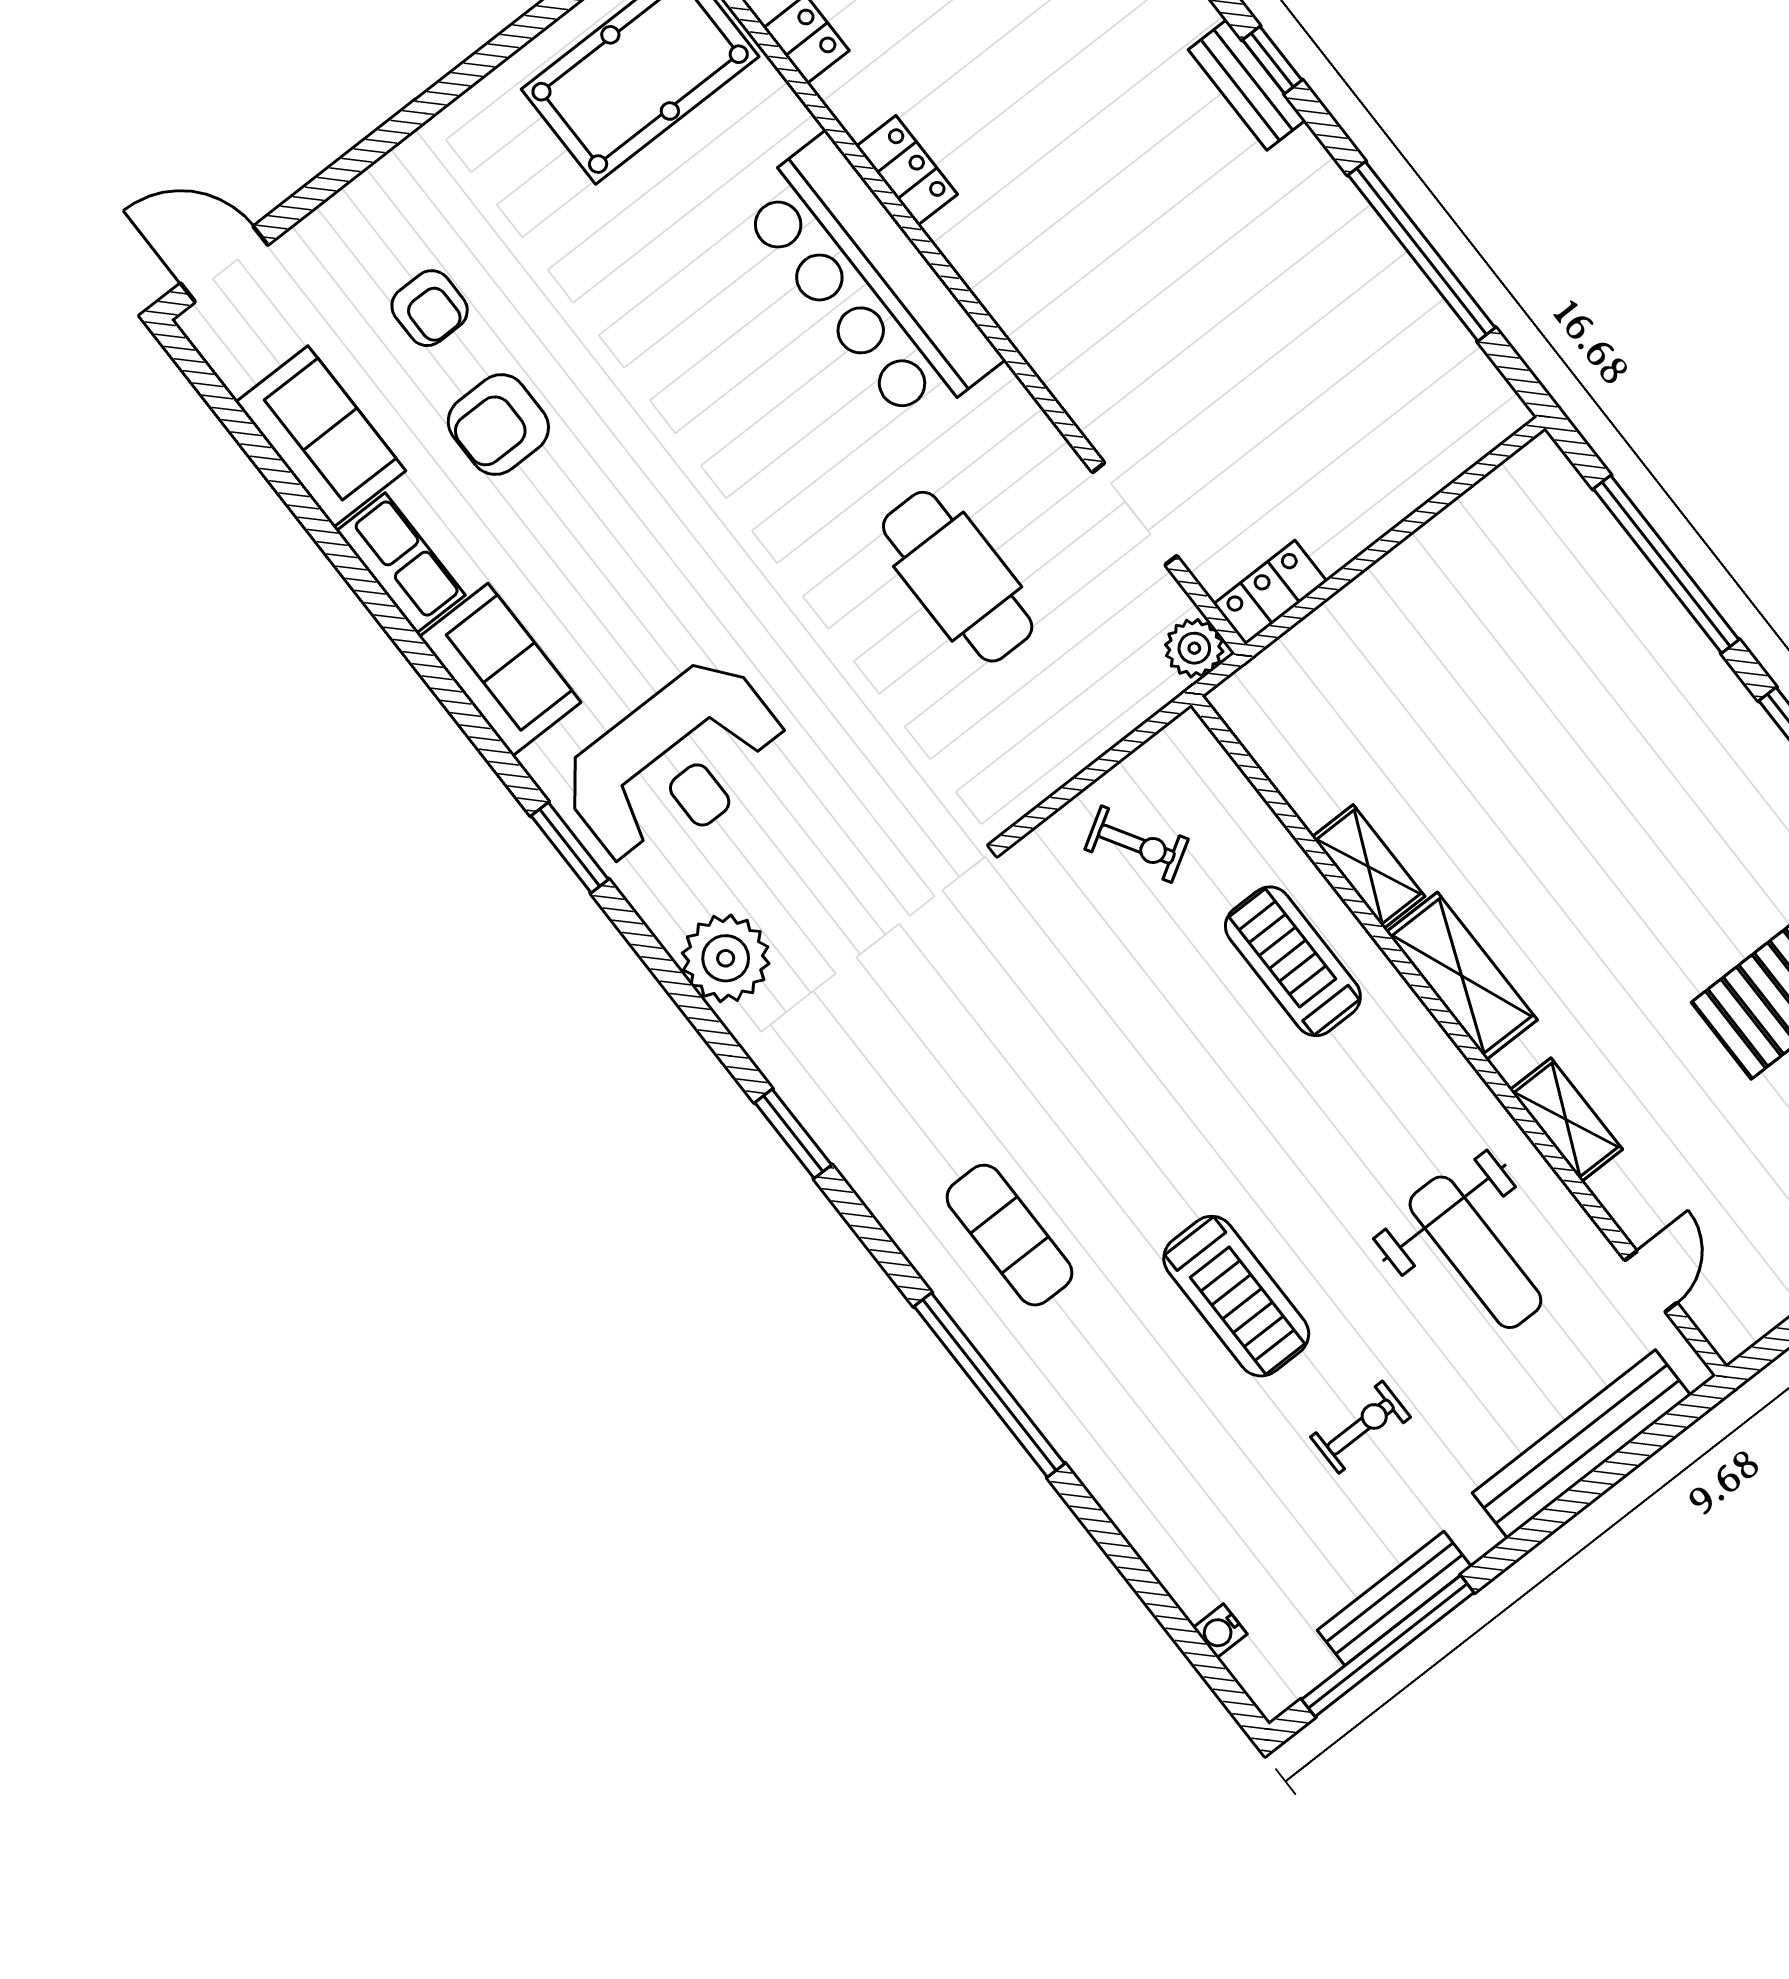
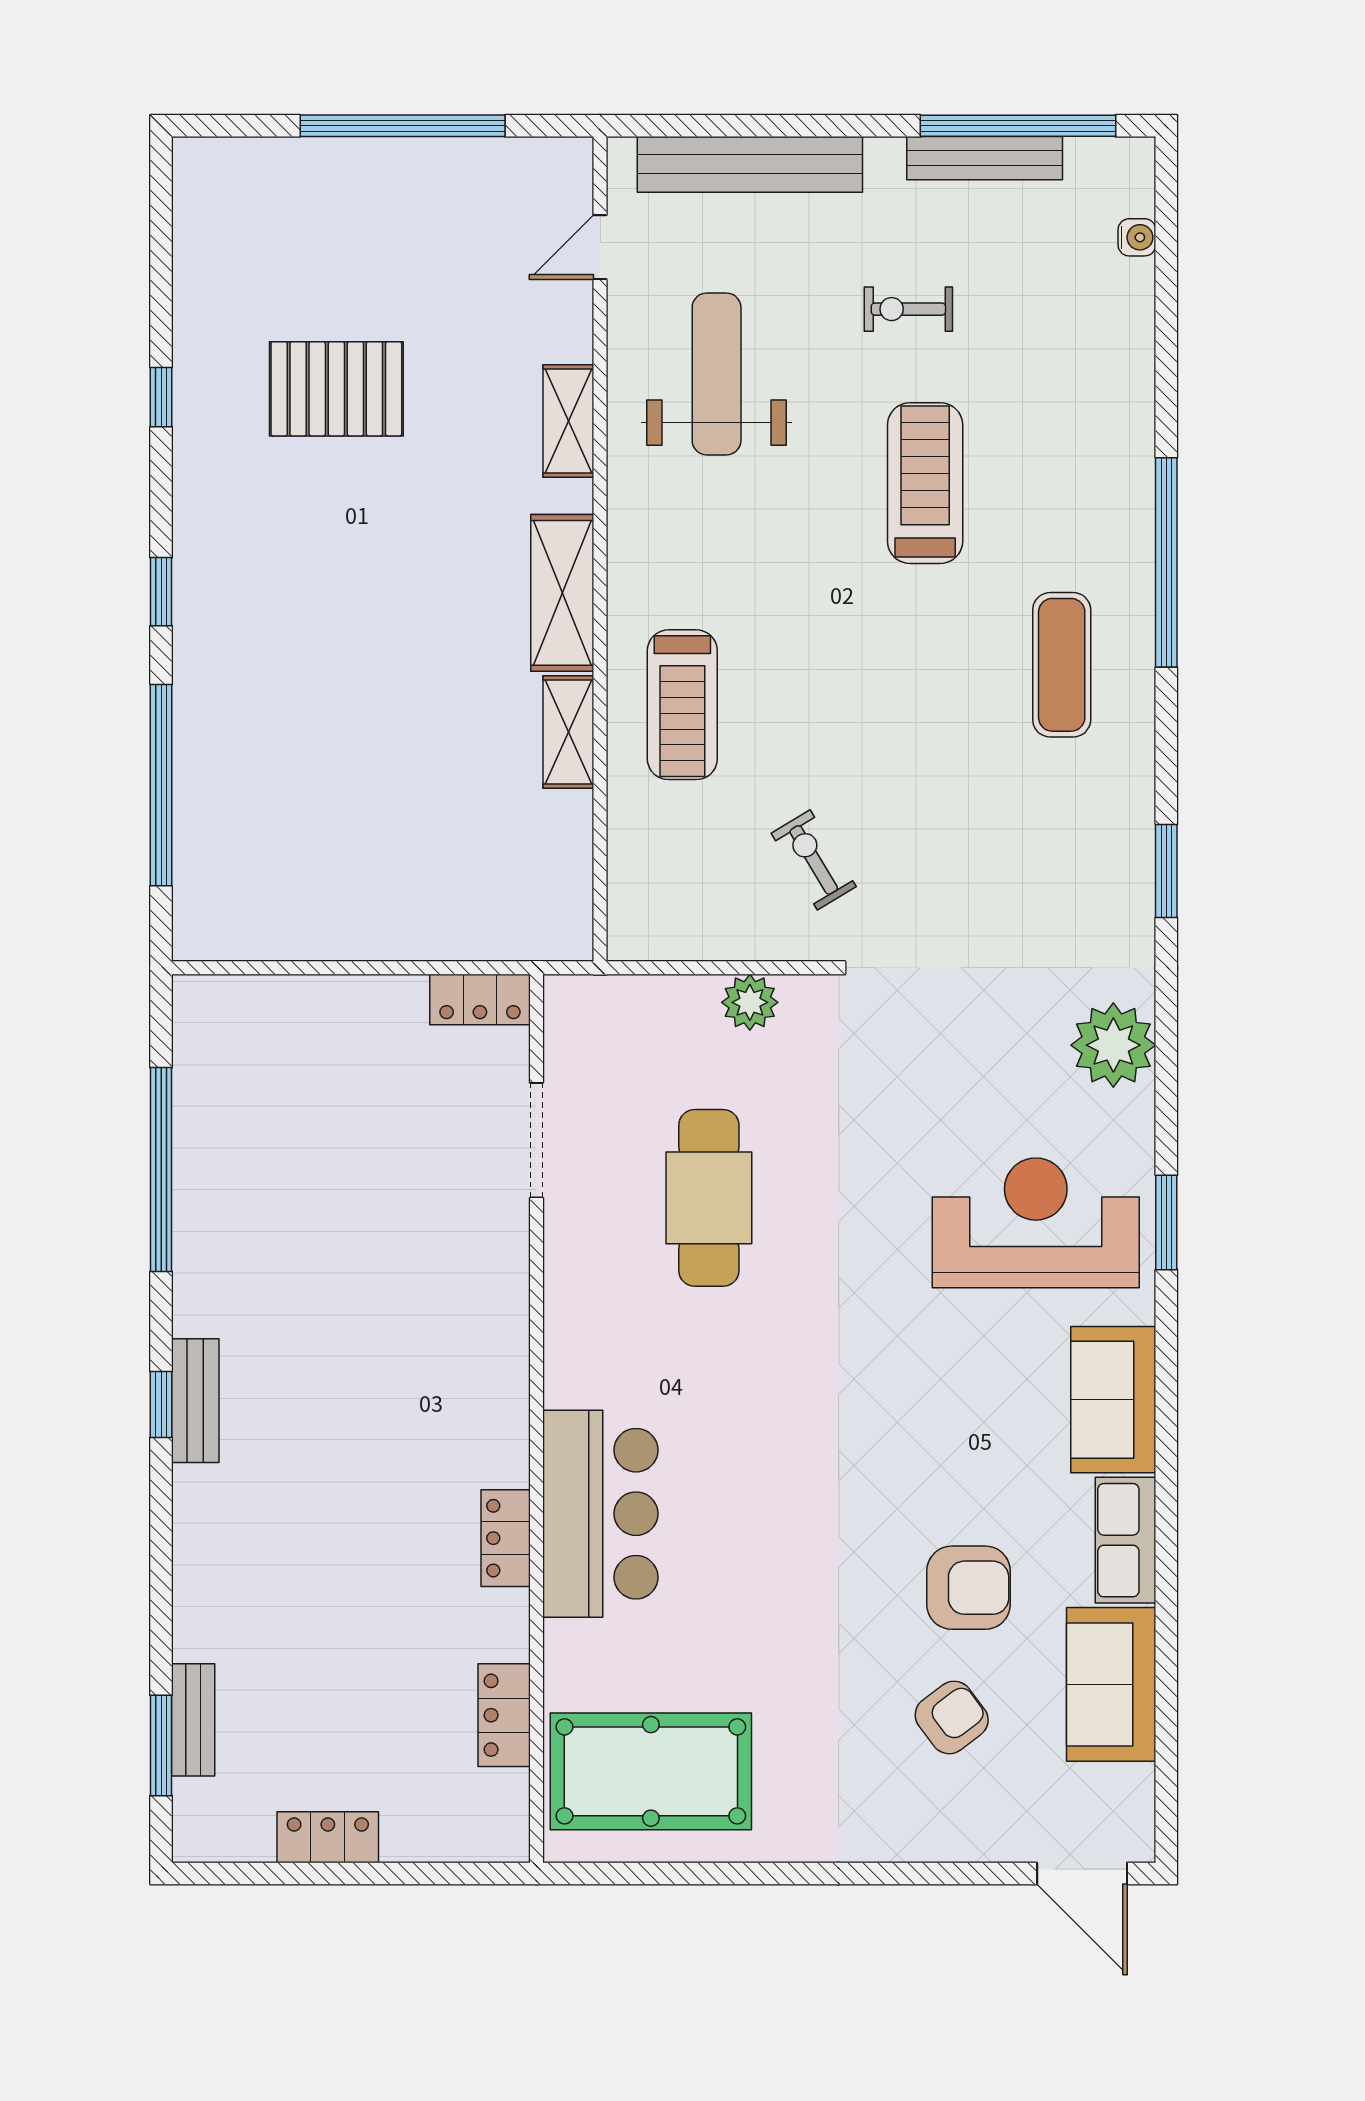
bar counter: (869, 281) -> (600, 1514), width x0.73
armchair: (430, 308) -> (952, 1717), turned 53
plant: (1194, 648) -> (750, 1002), moved
exercise bike: (1137, 844) -> (814, 860), moved

